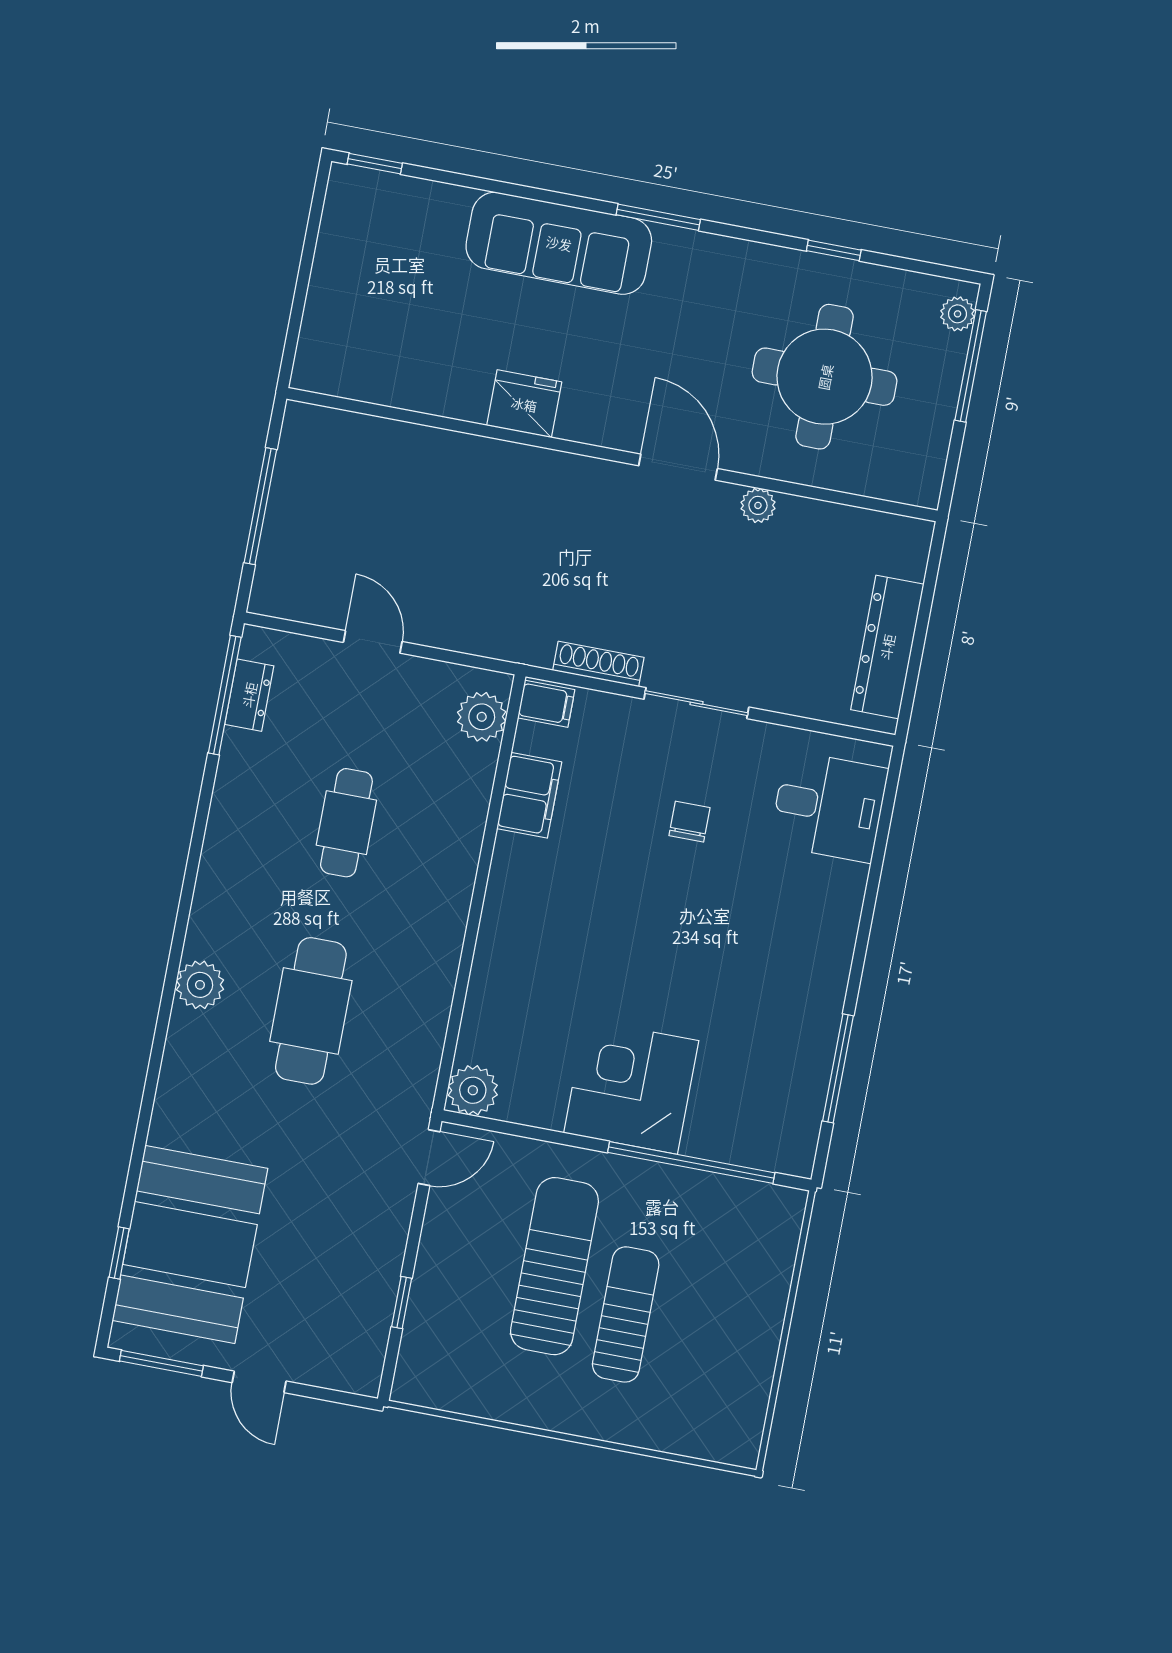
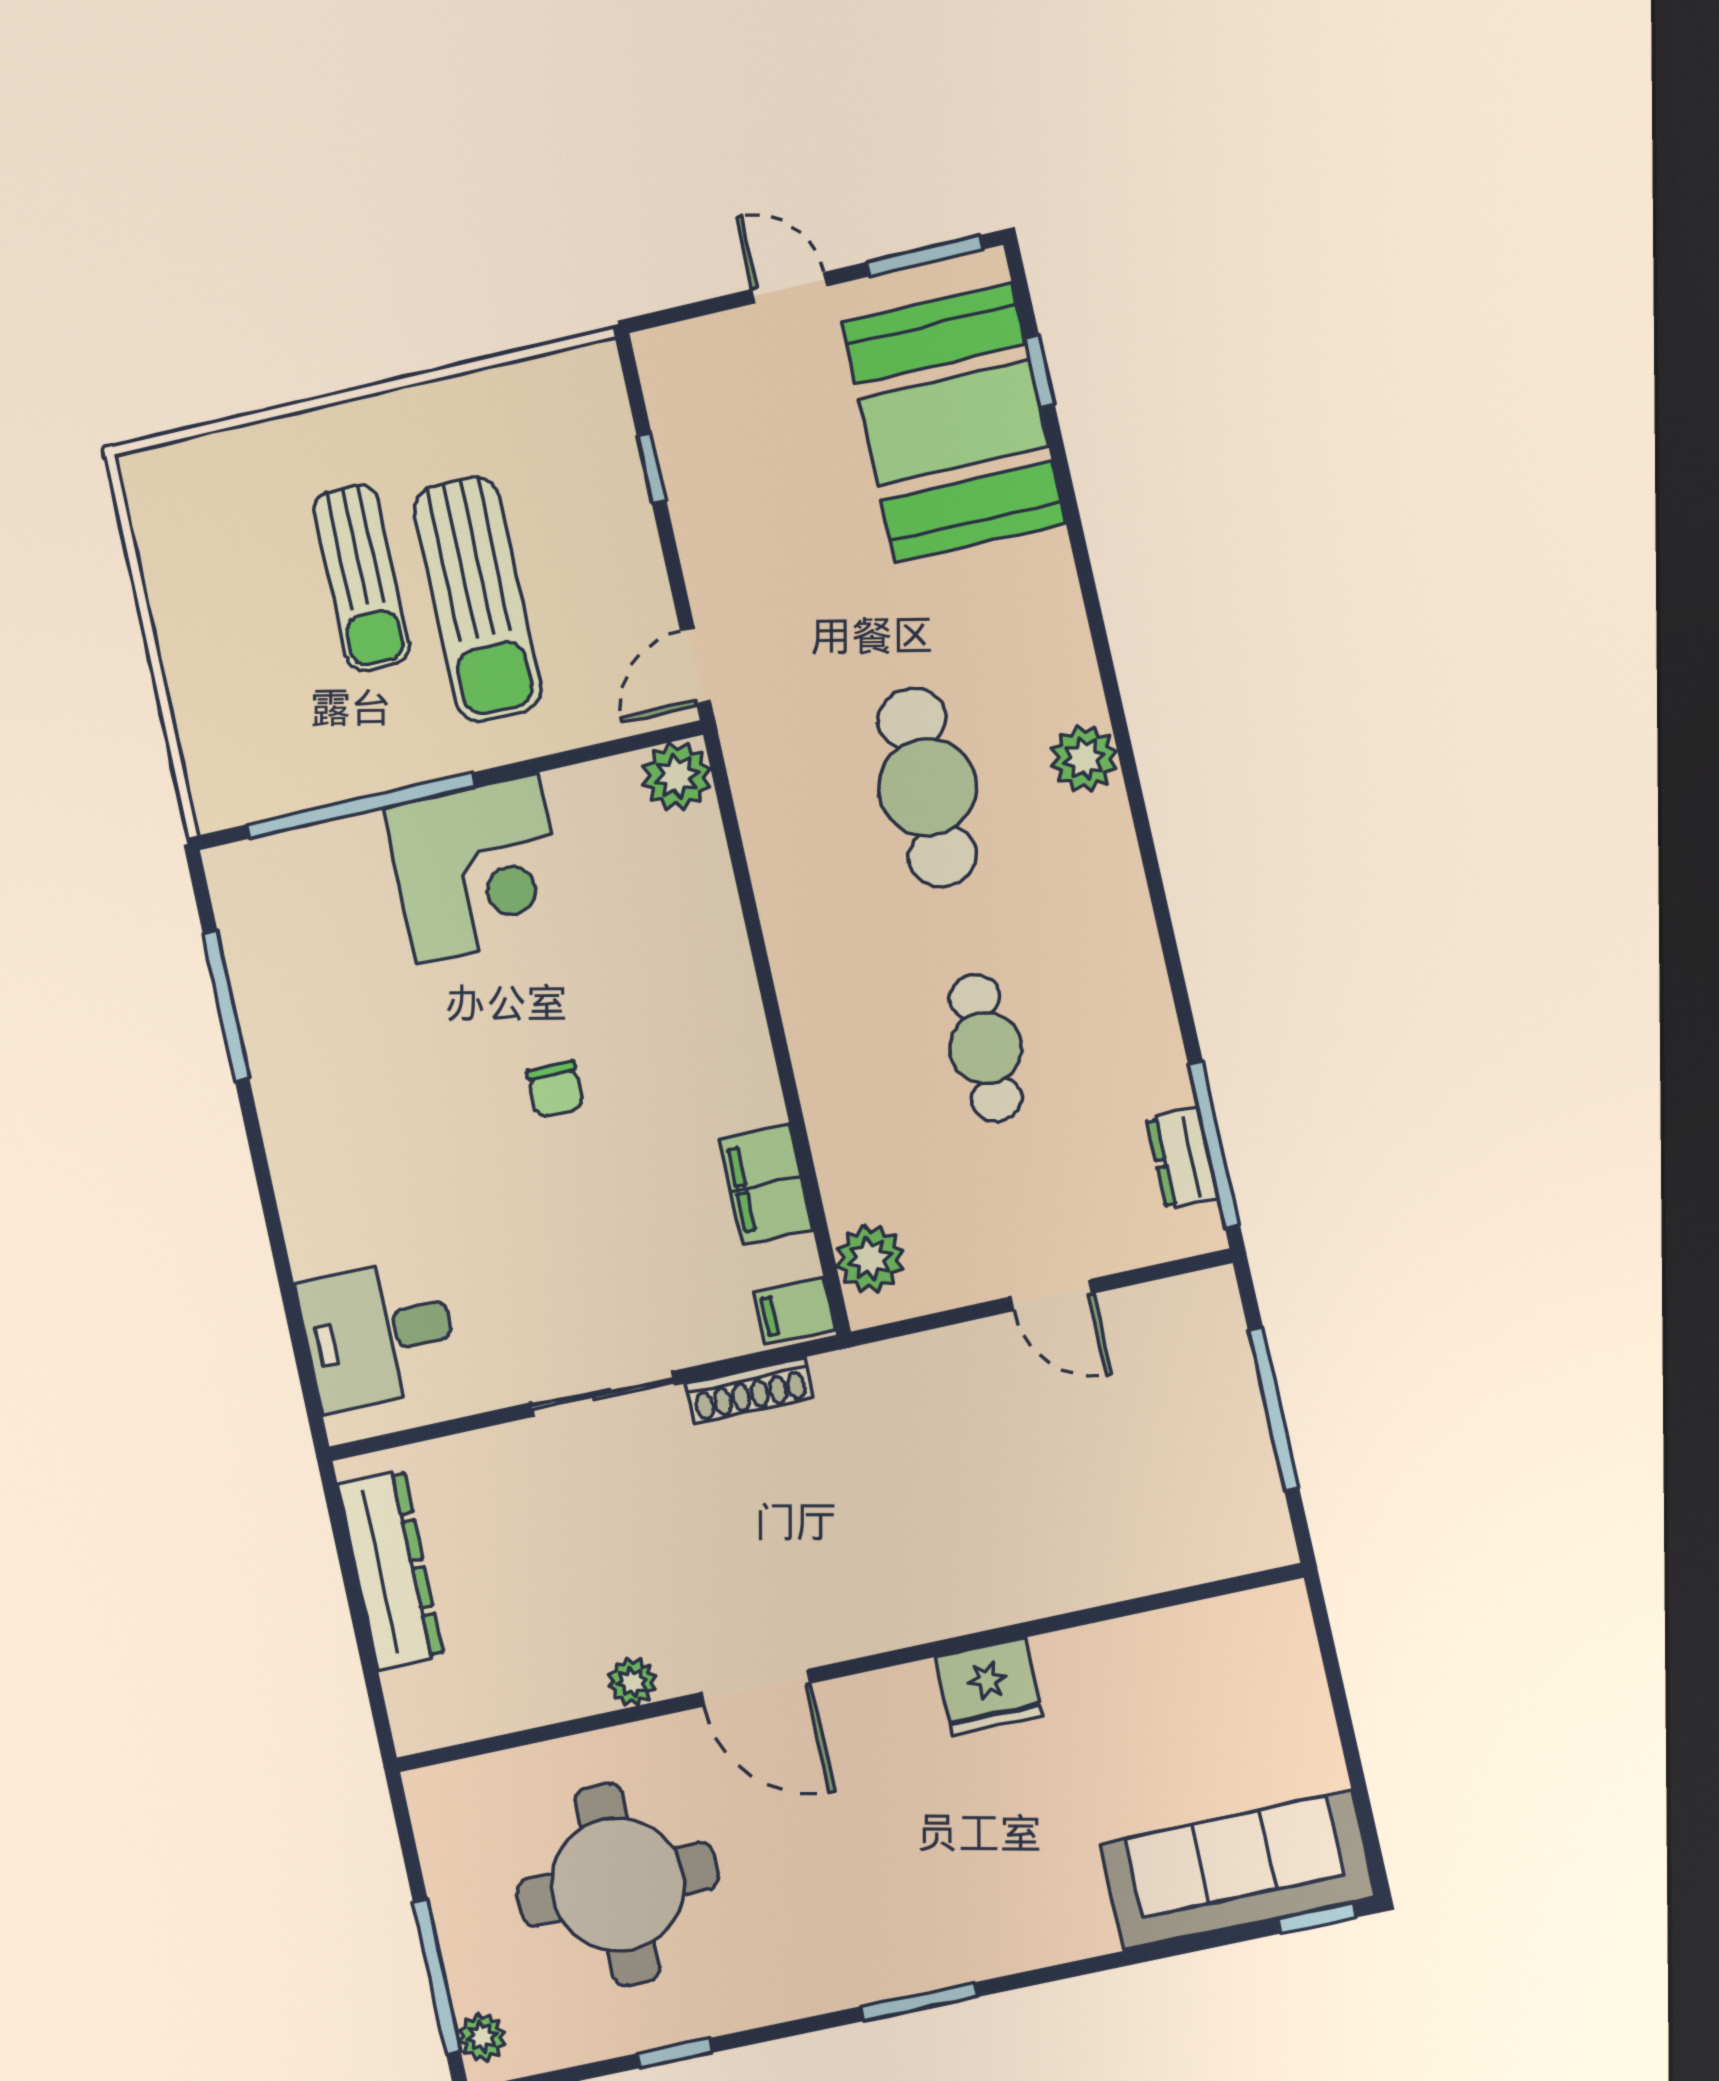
sofa: (559, 243) -> (1238, 1871), moved
chair: (689, 822) -> (555, 1089), moved

